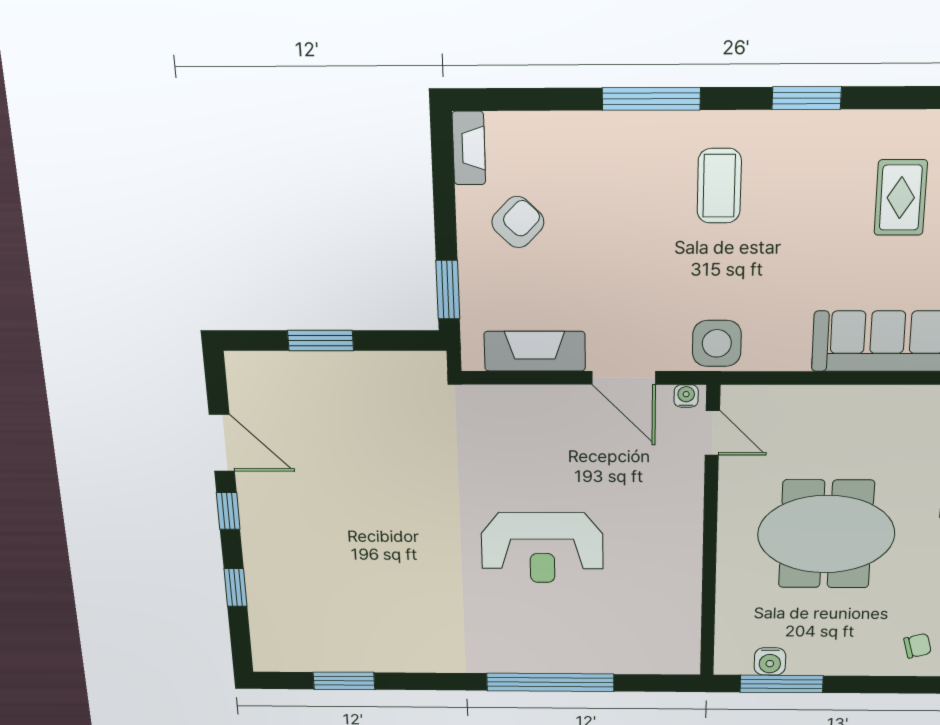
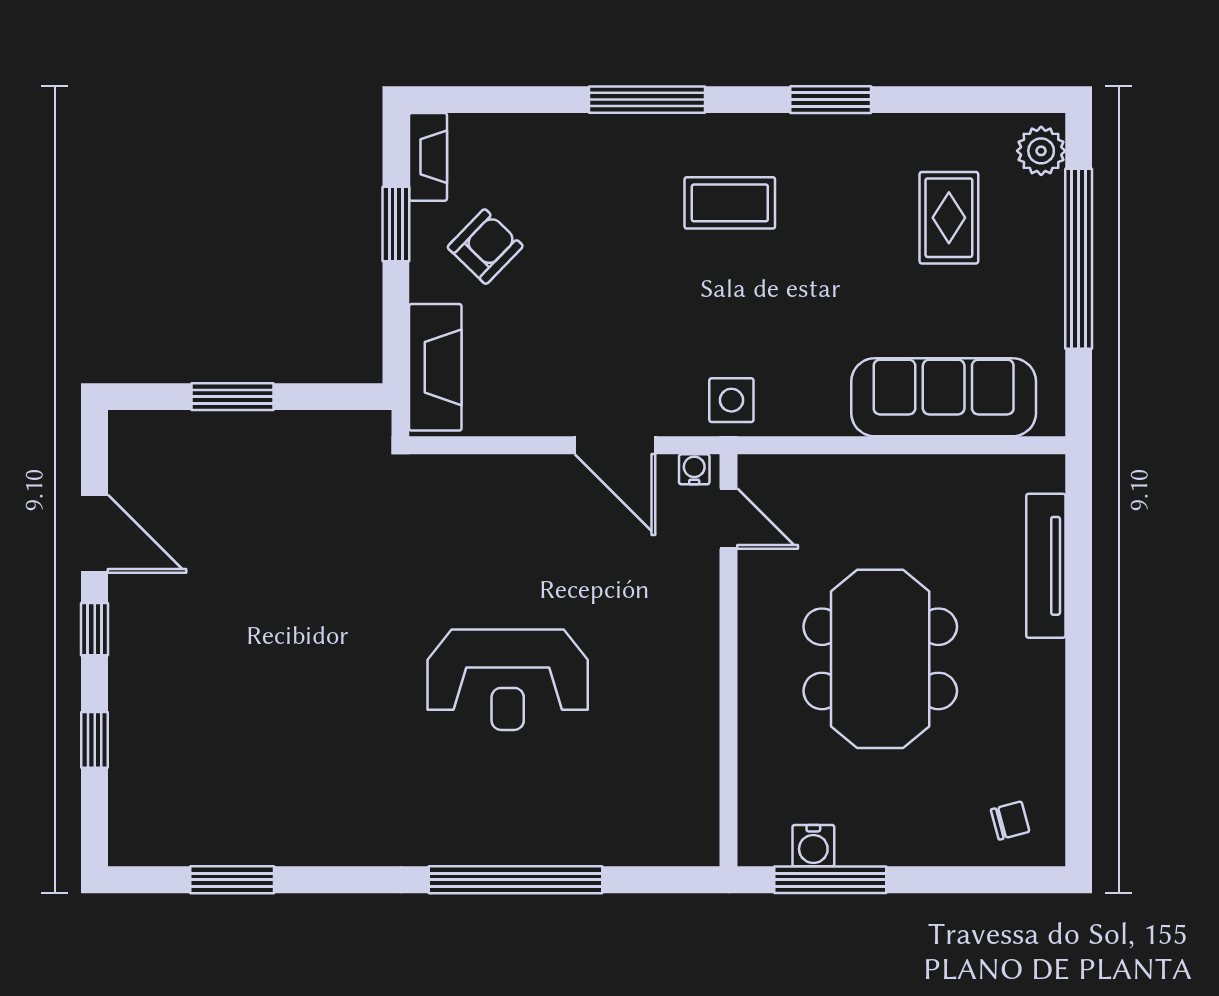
coffee table: (719, 186) -> (730, 203), turned 90
window: (448, 290) -> (396, 224), moved
side table: (717, 343) -> (731, 400), width x0.73, depth x0.73
fireplace: (535, 351) -> (435, 367), moved, turned 90
meeting table: (826, 534) -> (880, 659), turned 90

